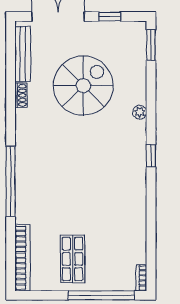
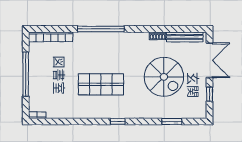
window: (151, 45) -> (172, 121), moved
plant: (140, 112) -> (146, 114), removed
shop shelf: (73, 259) -> (101, 84), moved, width x1.43, depth x1.36
window: (101, 295) -> (26, 74), moved

